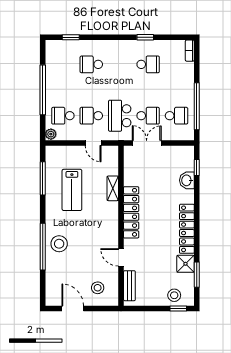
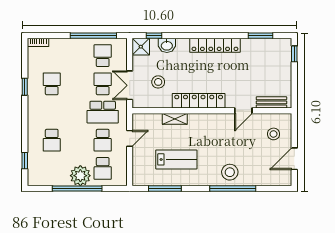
plant: (51, 134) -> (80, 176), moved, width x1.87, depth x1.87
shower: (185, 264) -> (141, 47), moved
stool: (174, 295) -> (158, 82), moved

